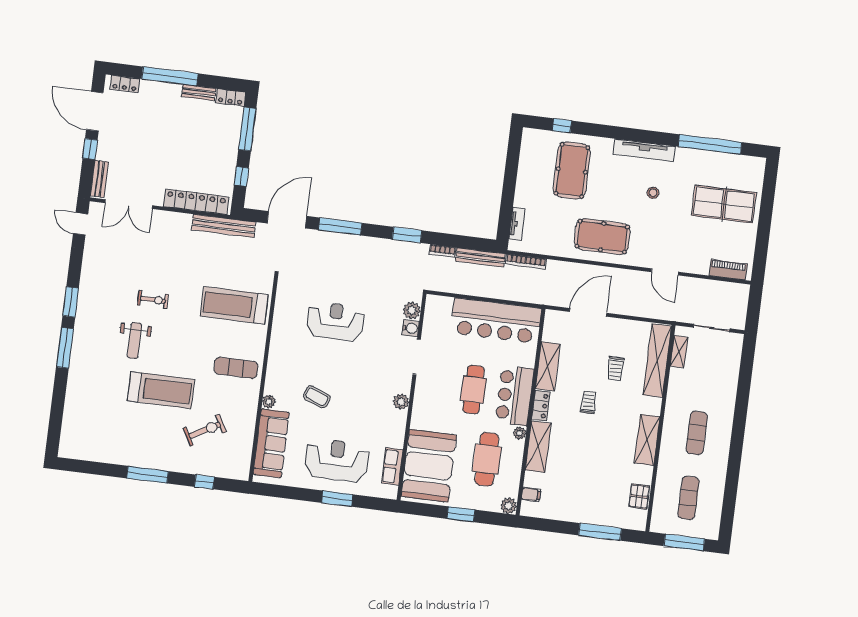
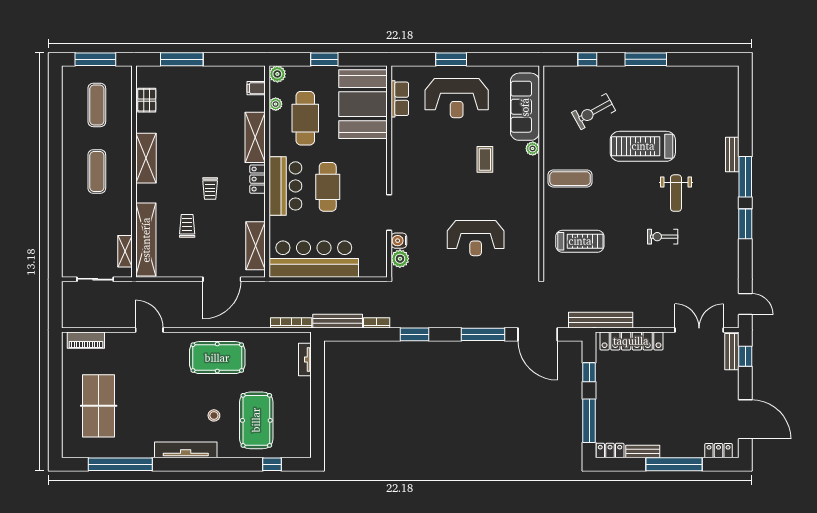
window: (90, 149) -> (745, 356), moved
stool: (653, 193) -> (214, 415), moved
table tennis table: (724, 204) -> (99, 406), turned 90
door: (287, 220) -> (538, 334), hinge flipped
treadmill: (234, 305) -> (580, 241), width x0.73, depth x0.73
weight bench: (134, 340) -> (676, 193), turned 180
shelving: (548, 366) -> (256, 246), moved
bench: (75, 371) -> (732, 155), added
coffee table: (317, 397) -> (485, 159), turned 69
plant: (401, 402) -> (399, 165), removed
plant: (520, 433) -> (276, 104), moved

